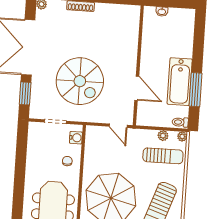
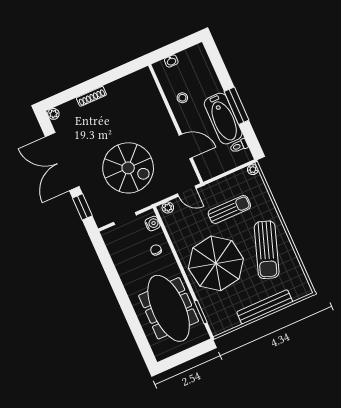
stool: (155, 47) -> (182, 98), added
window: (195, 90) -> (237, 106), moved
toilet: (180, 122) -> (239, 146), moved
plant: (163, 136) -> (168, 208), moved
sun lounger: (163, 156) -> (229, 209), moved

